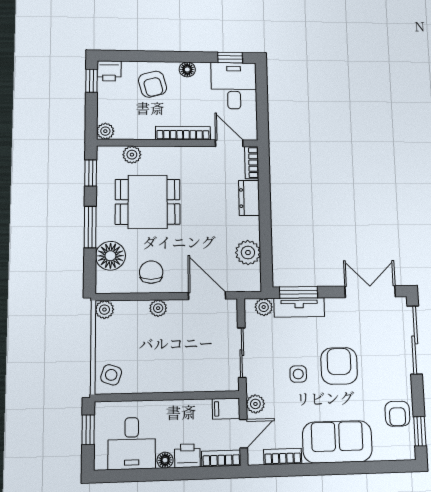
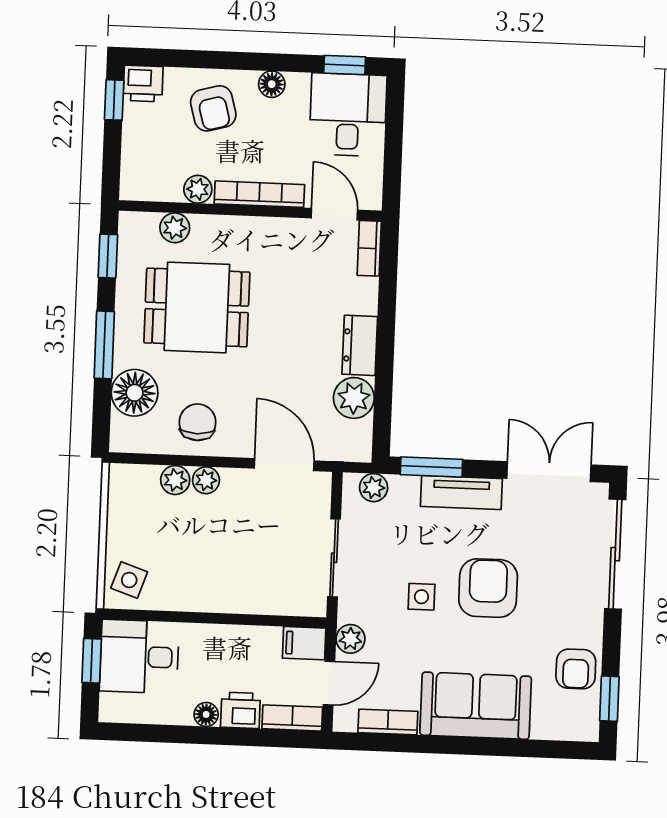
plant: (105, 131) -> (198, 189), moved
dresser: (249, 198) -> (360, 345), moved
tv unit: (299, 307) -> (461, 493), moved
plant: (104, 310) -> (175, 480), moved
desk: (132, 443) -> (139, 657), moved, turned 90

